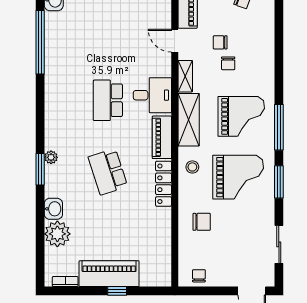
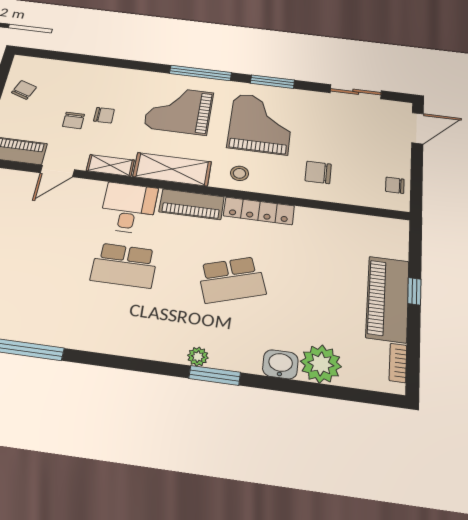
grand piano: (241, 116) -> (179, 110), turned -90
chair: (202, 222) -> (318, 172), turned -90

